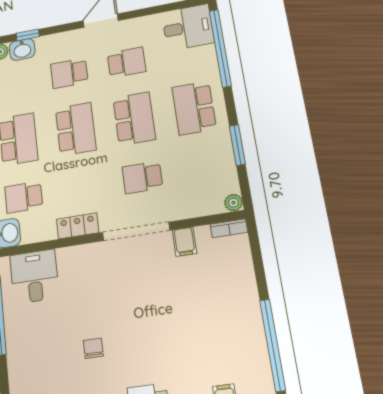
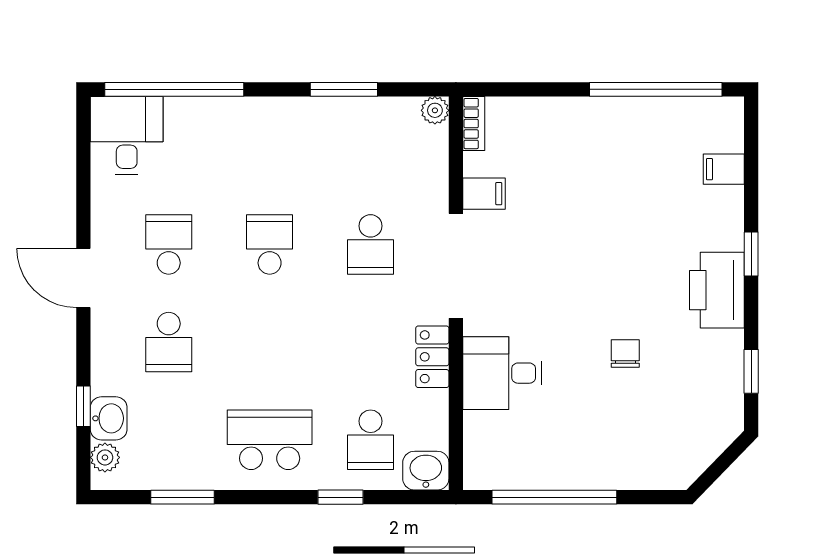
school desk: (194, 108) -> (270, 147), removed
school desk: (134, 119) -> (270, 244), width x0.54
school desk: (76, 129) -> (270, 342), removed
desk: (34, 276) -> (502, 373), moved
chair: (93, 348) -> (625, 354), turned 90

